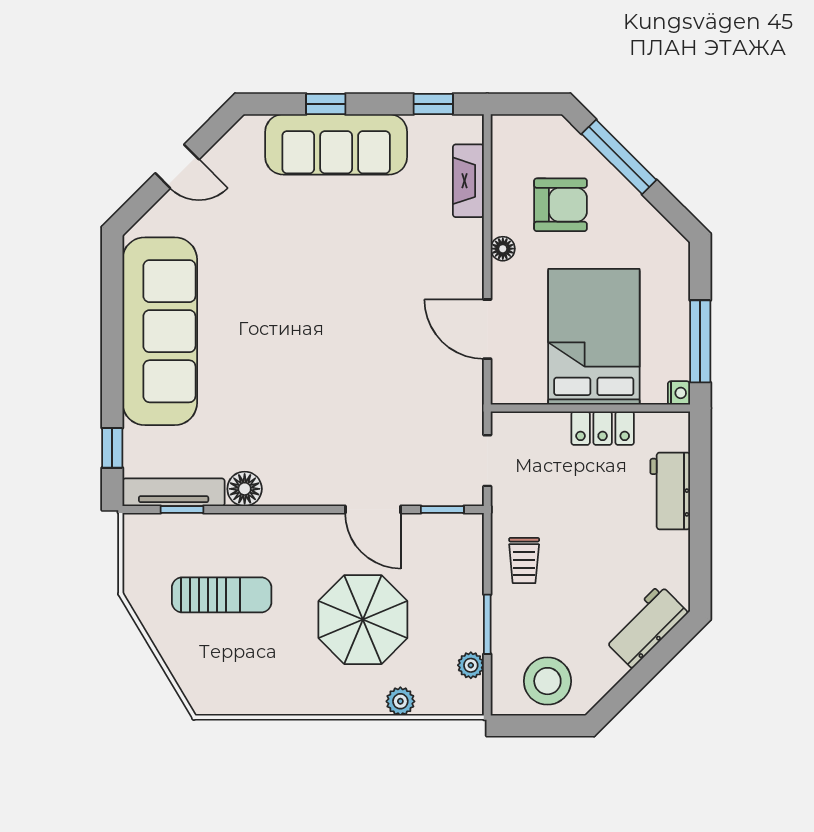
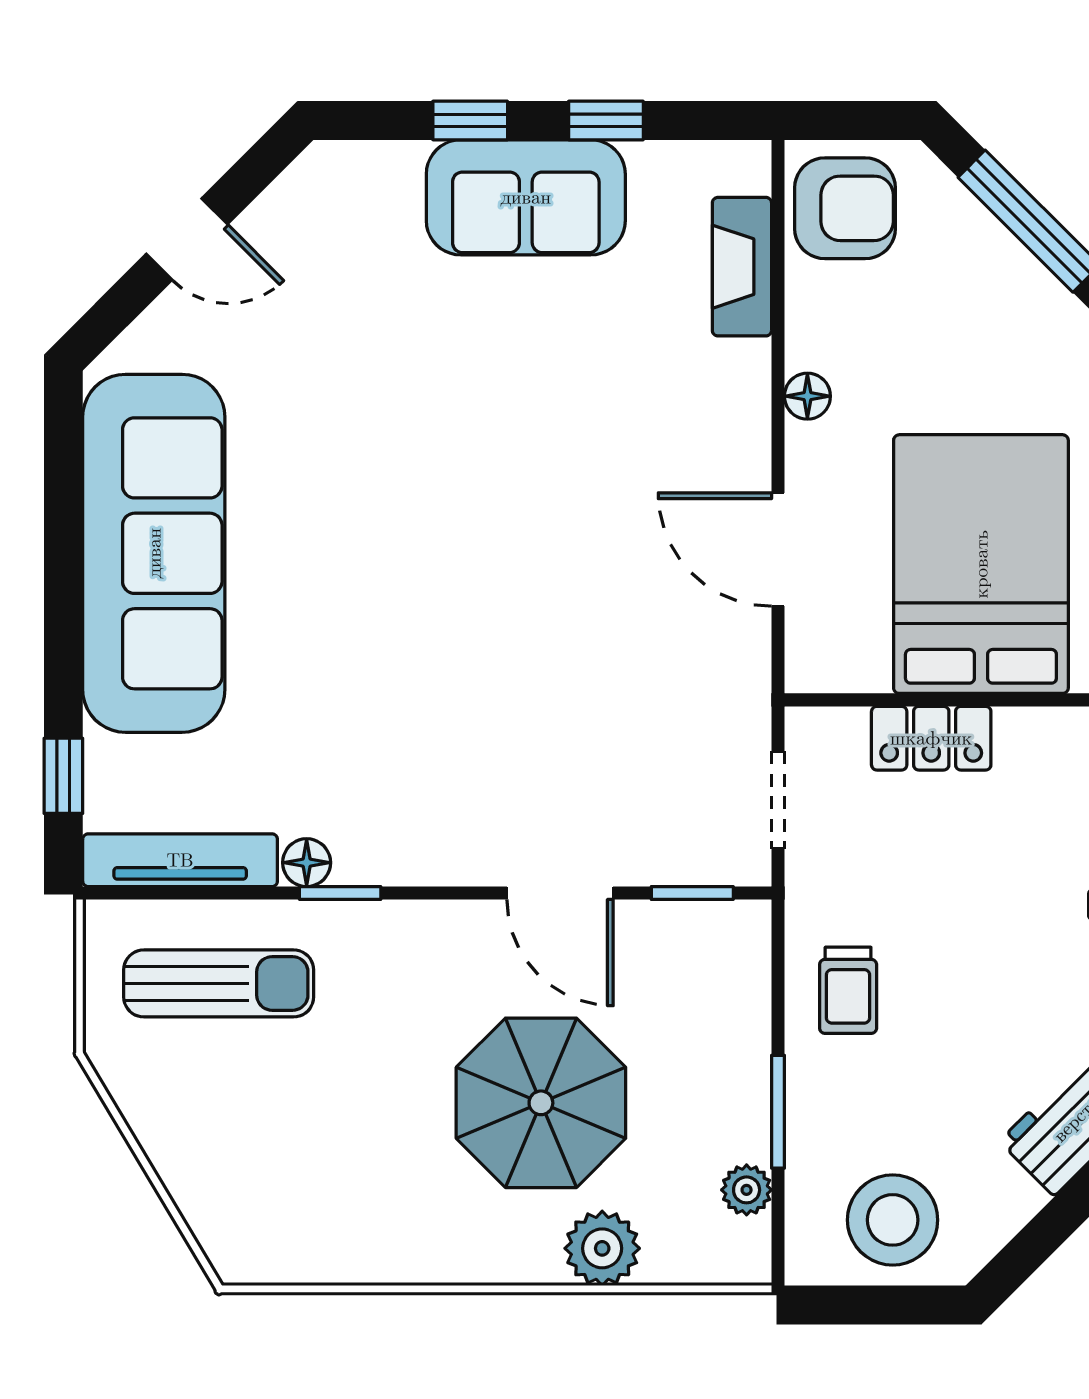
window: (433, 104) -> (606, 120), moved
sofa: (336, 144) -> (526, 197), width x0.73
armchair: (560, 205) -> (845, 208), moved
locker: (603, 428) -> (931, 738), moved
floor lamp: (245, 489) -> (307, 863), width x0.73, depth x0.73
window: (182, 509) -> (340, 893), moved
sun lounger: (222, 595) -> (219, 983), moved
plant: (400, 701) -> (602, 1248), width x1.38, depth x1.38

